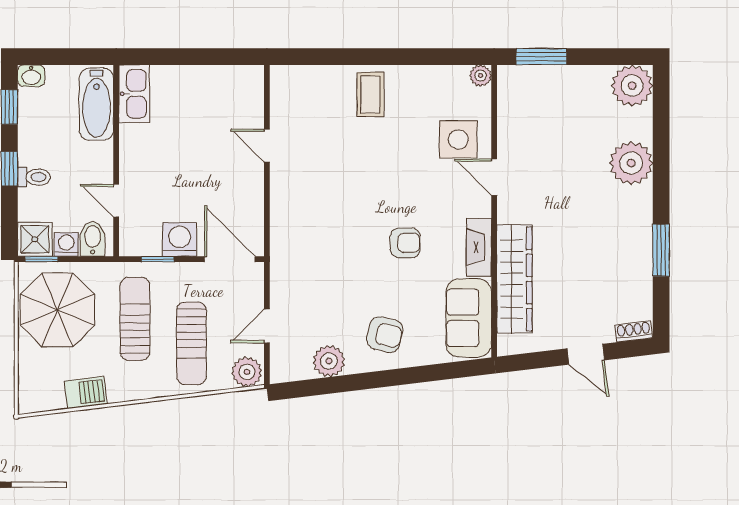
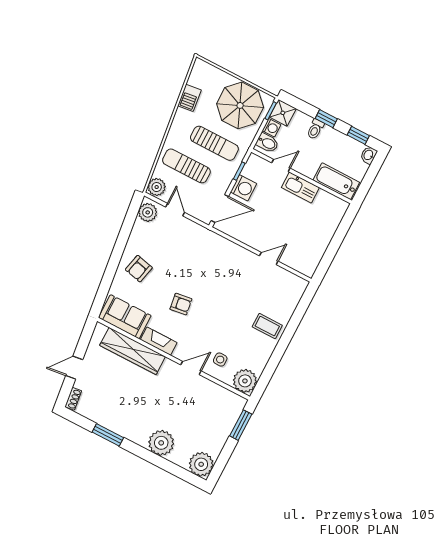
plant: (481, 76) -> (245, 381), width x1.87, depth x1.87
kitchen sink: (134, 94) -> (300, 188), moved
side table: (458, 139) -> (220, 360), width x0.54, depth x0.54
armchair: (405, 243) -> (181, 304), turned -98
plant: (329, 361) -> (148, 212), moved

